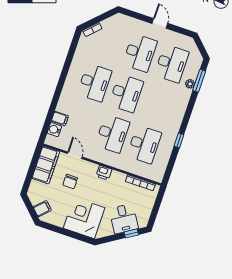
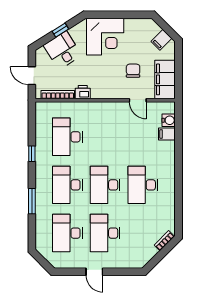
window: (199, 81) -> (32, 201), moved
plant: (190, 84) -> (41, 218), removed
desk: (112, 134) -> (67, 185), moved
printer: (104, 173) -> (83, 92), moved
door: (157, 206) -> (32, 76), added
filing cabinet: (42, 209) -> (161, 40), moved
window: (131, 233) -> (60, 30), moved

